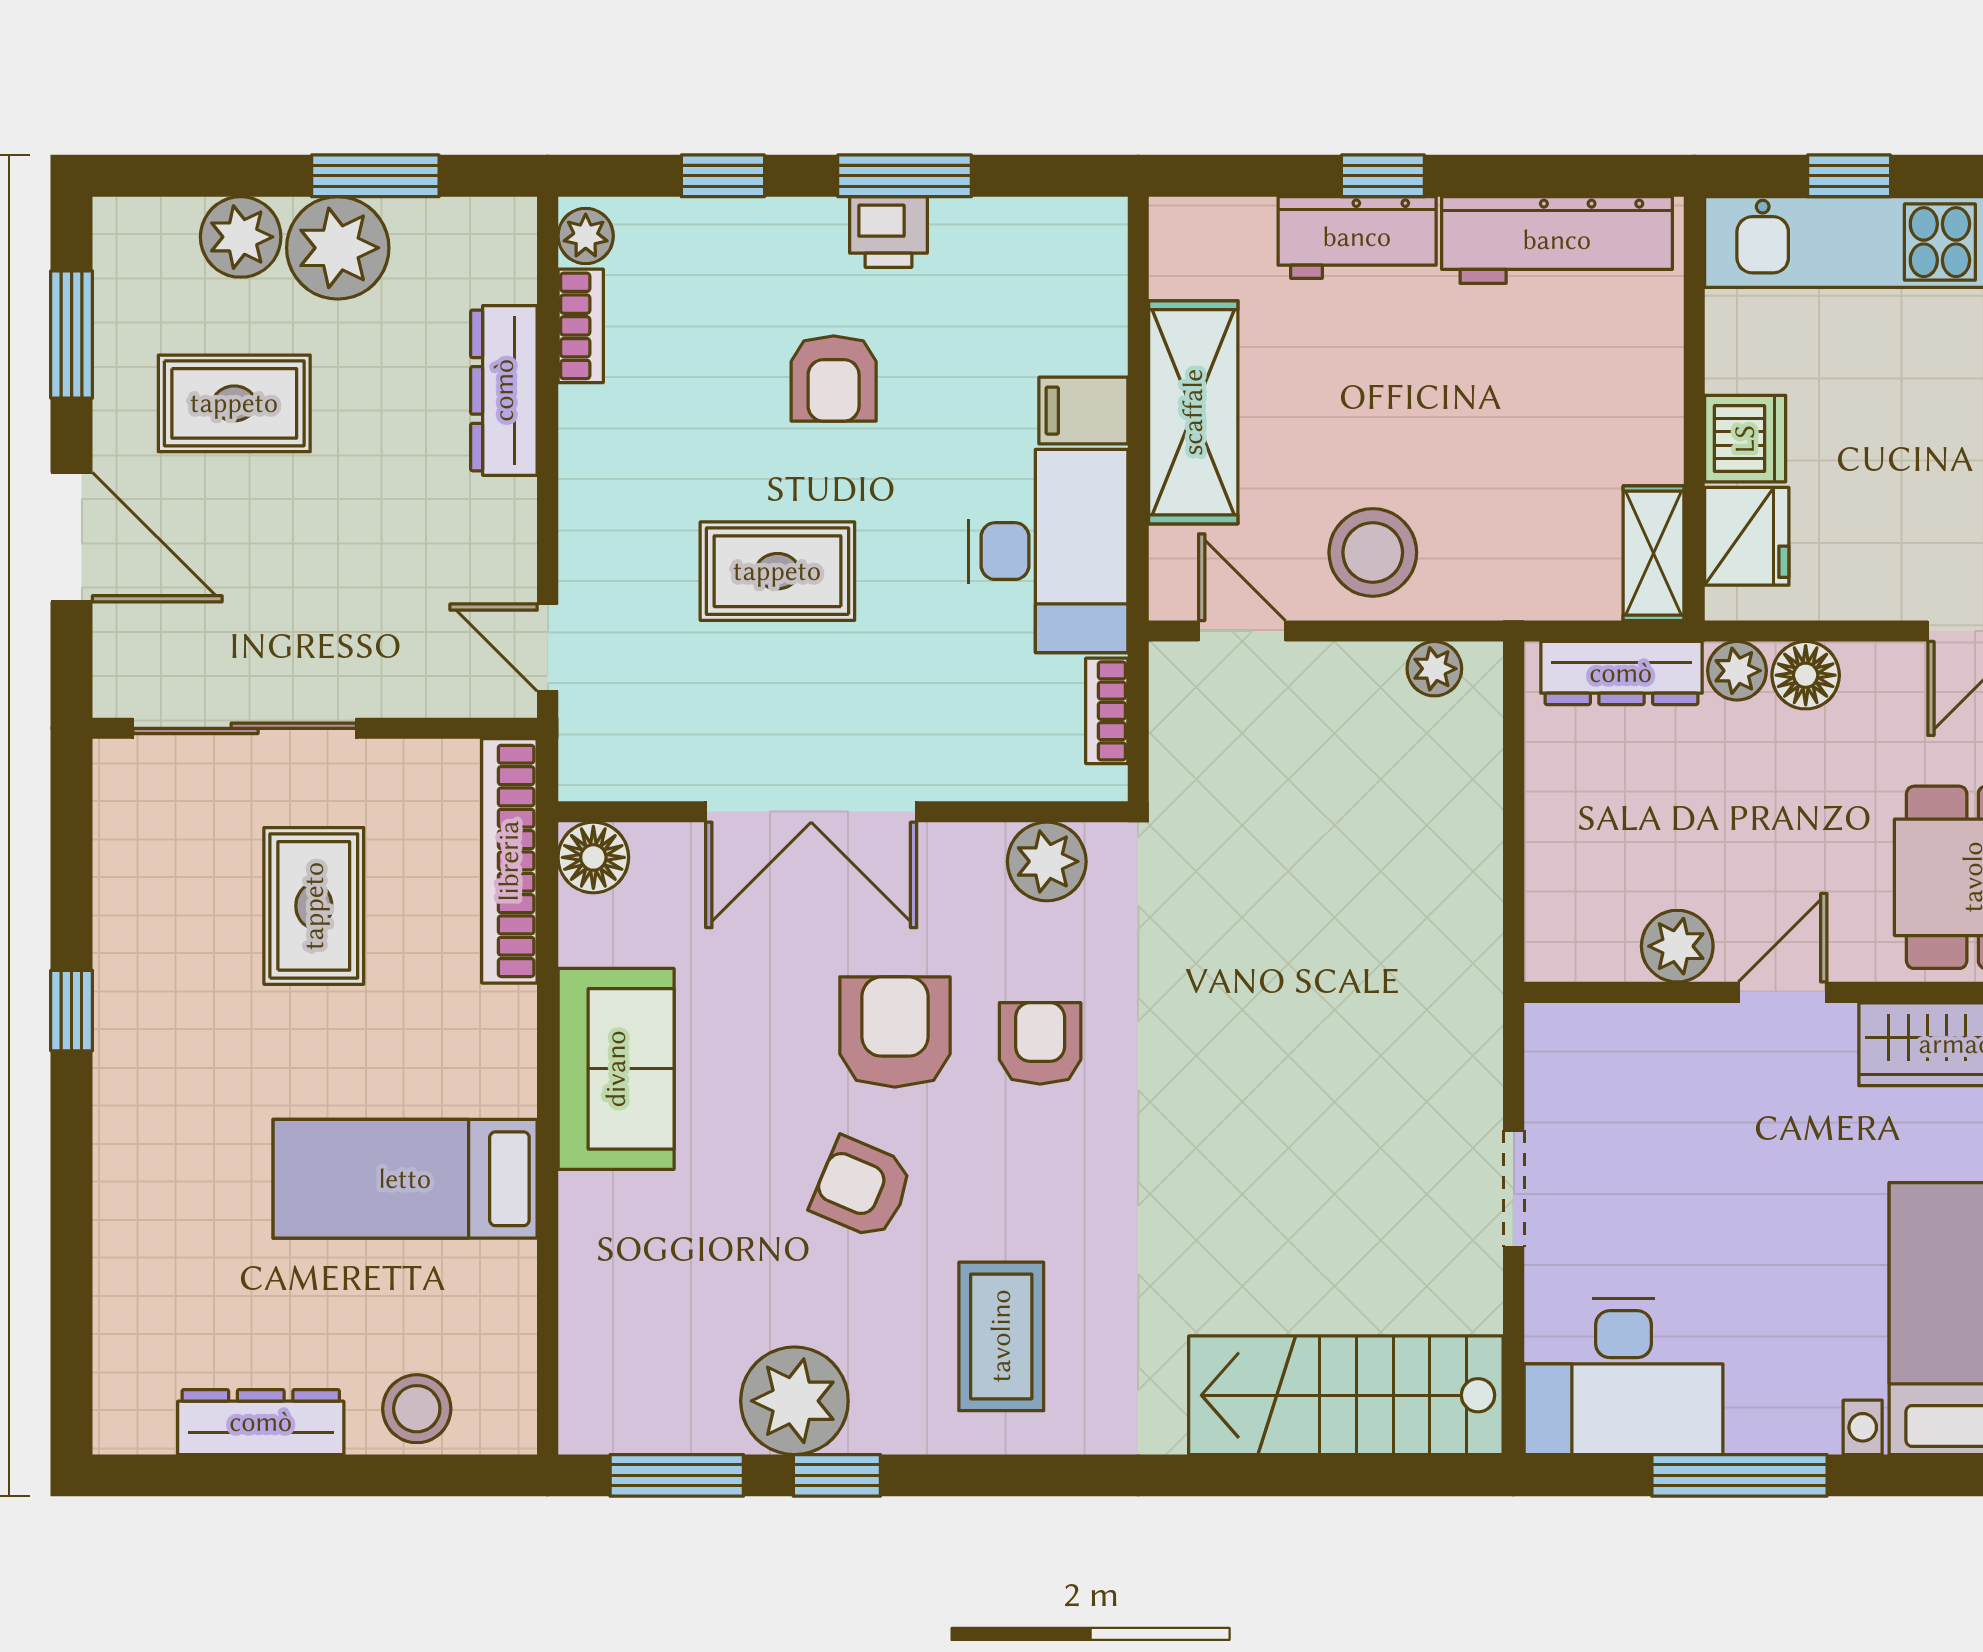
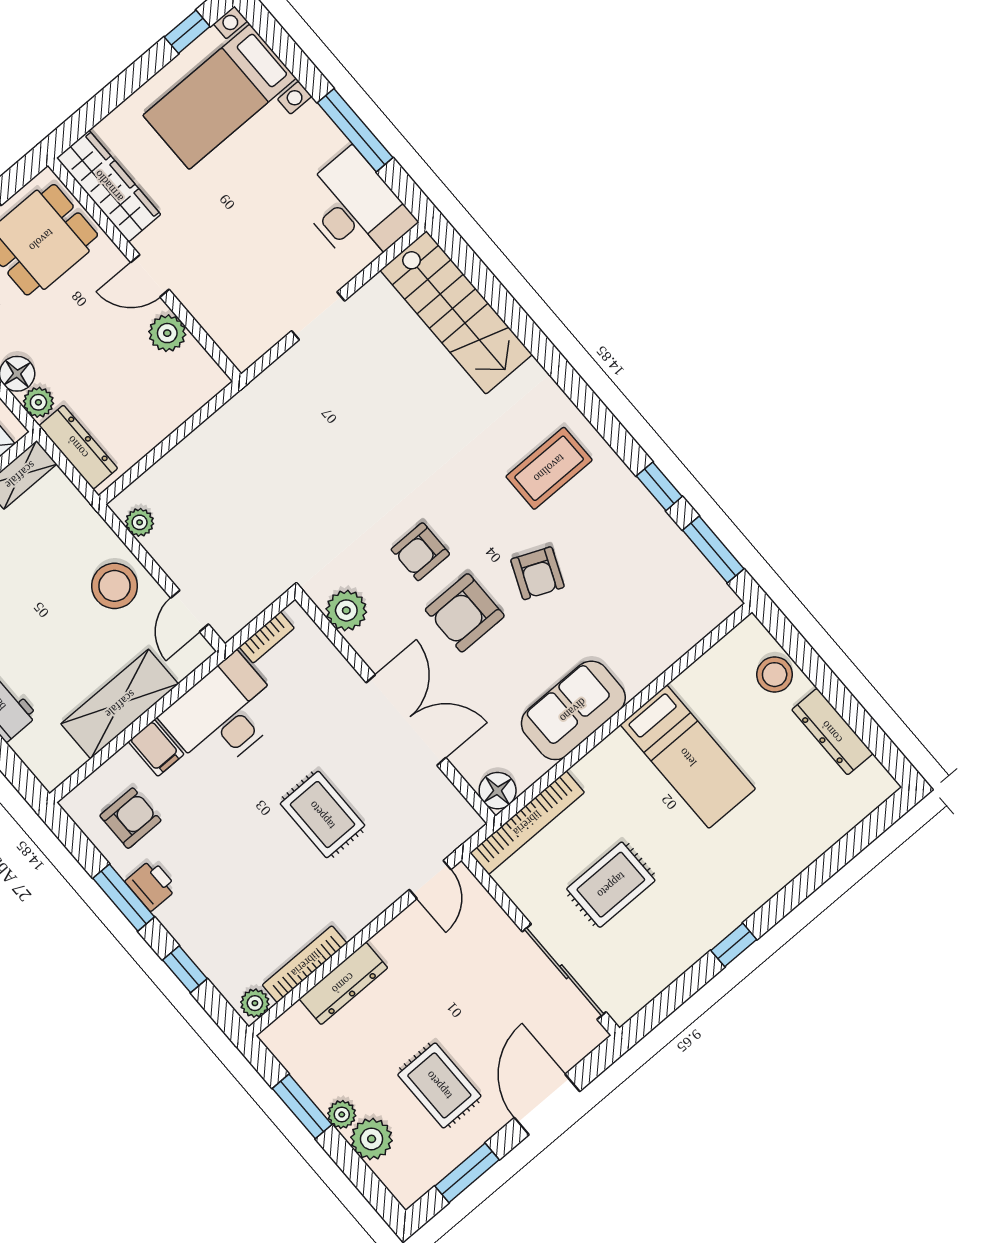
plant: (338, 248) -> (342, 1114), width x0.53, depth x0.53
bookcase: (581, 326) -> (305, 964), width x1.56
armchair: (834, 378) -> (130, 818), moved
plant: (794, 1401) -> (644, 528), removed

